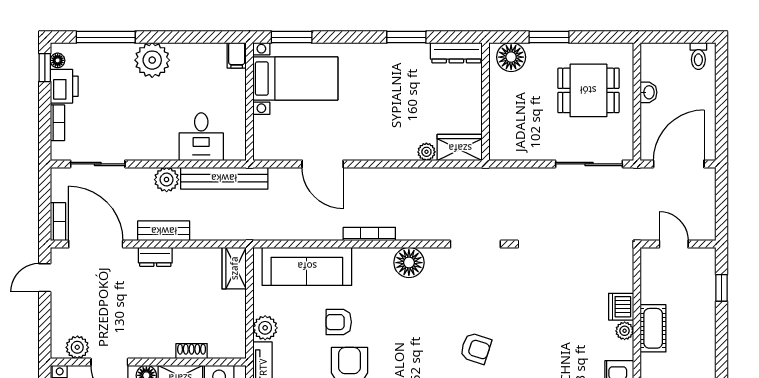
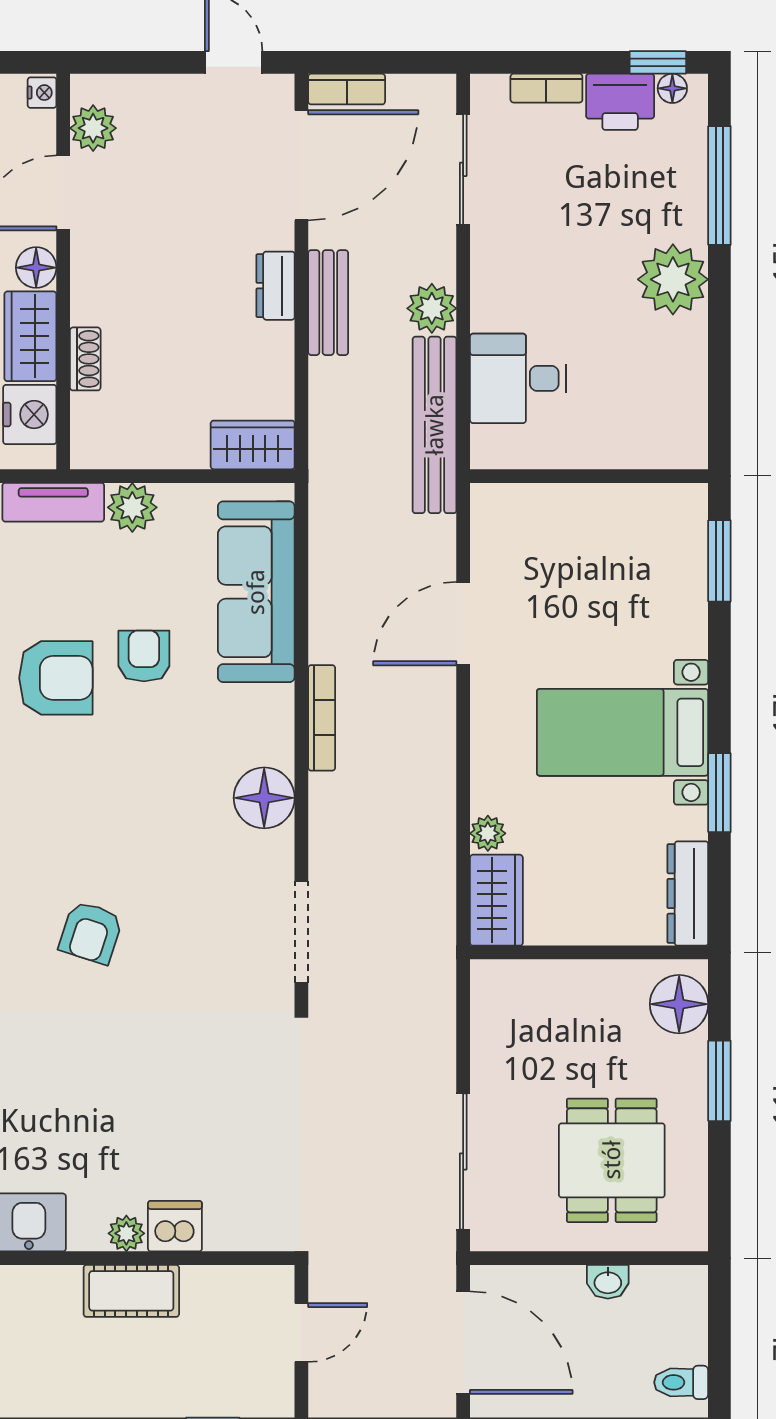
filing cabinet: (237, 55) -> (683, 450), removed
bed with nightstands: (295, 78) -> (623, 732), moved, turned 90

